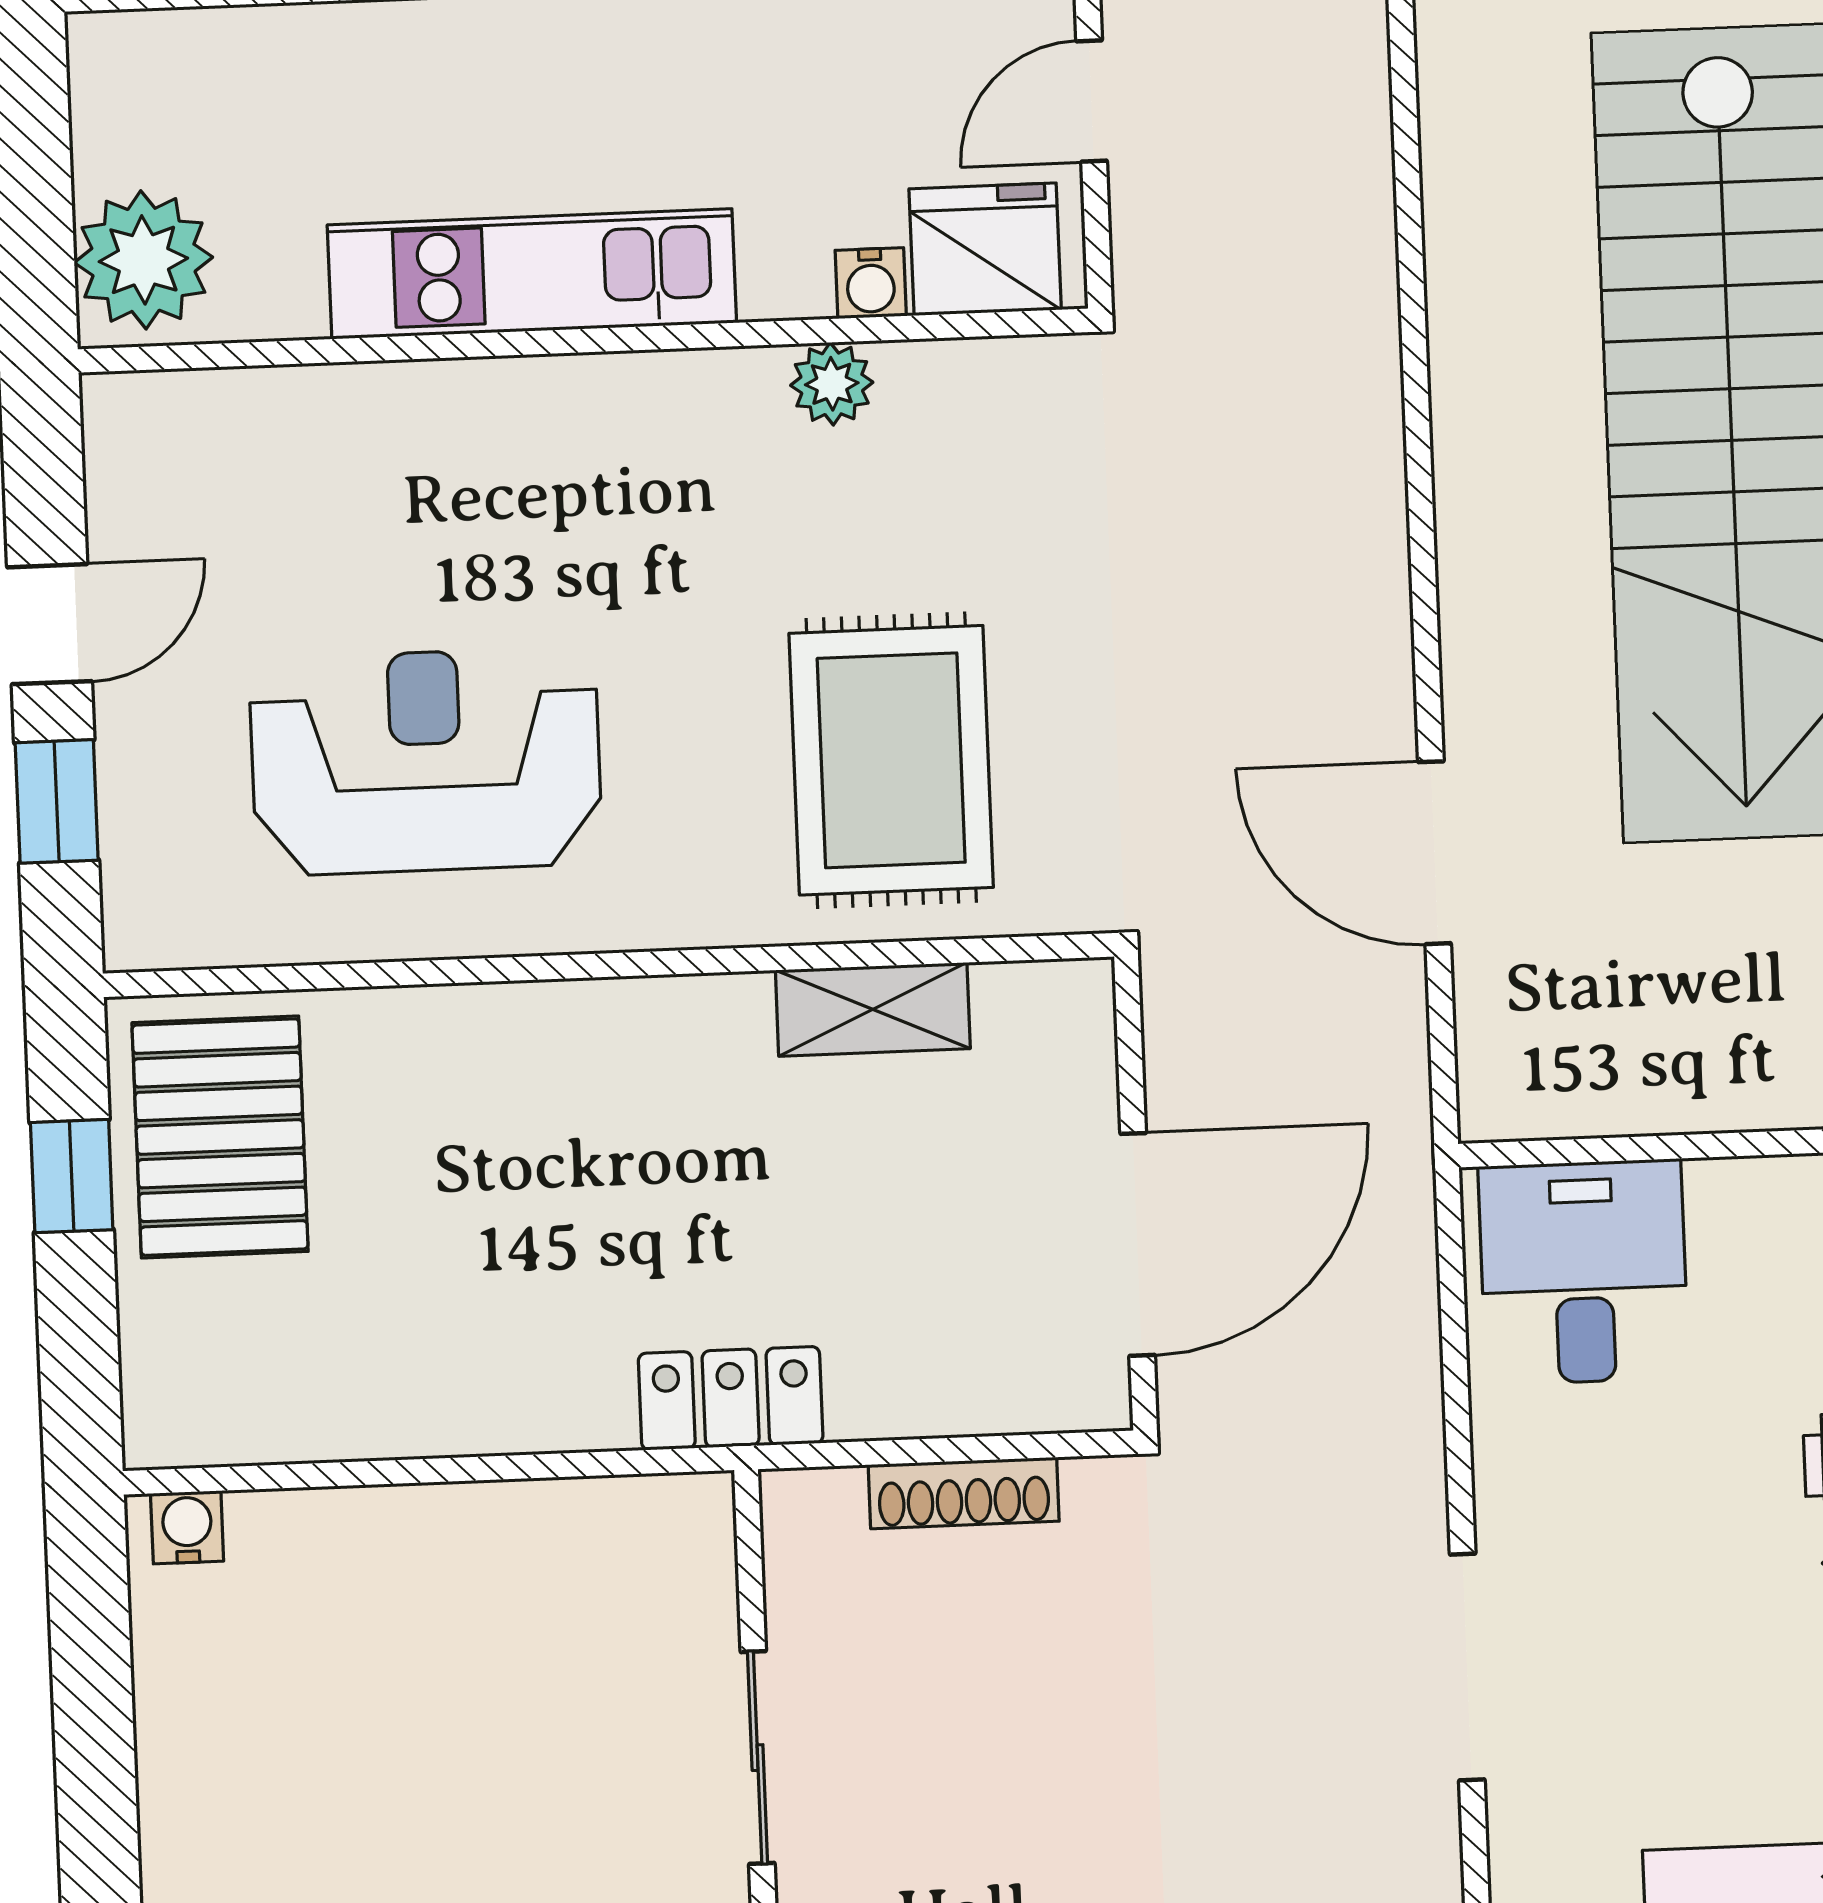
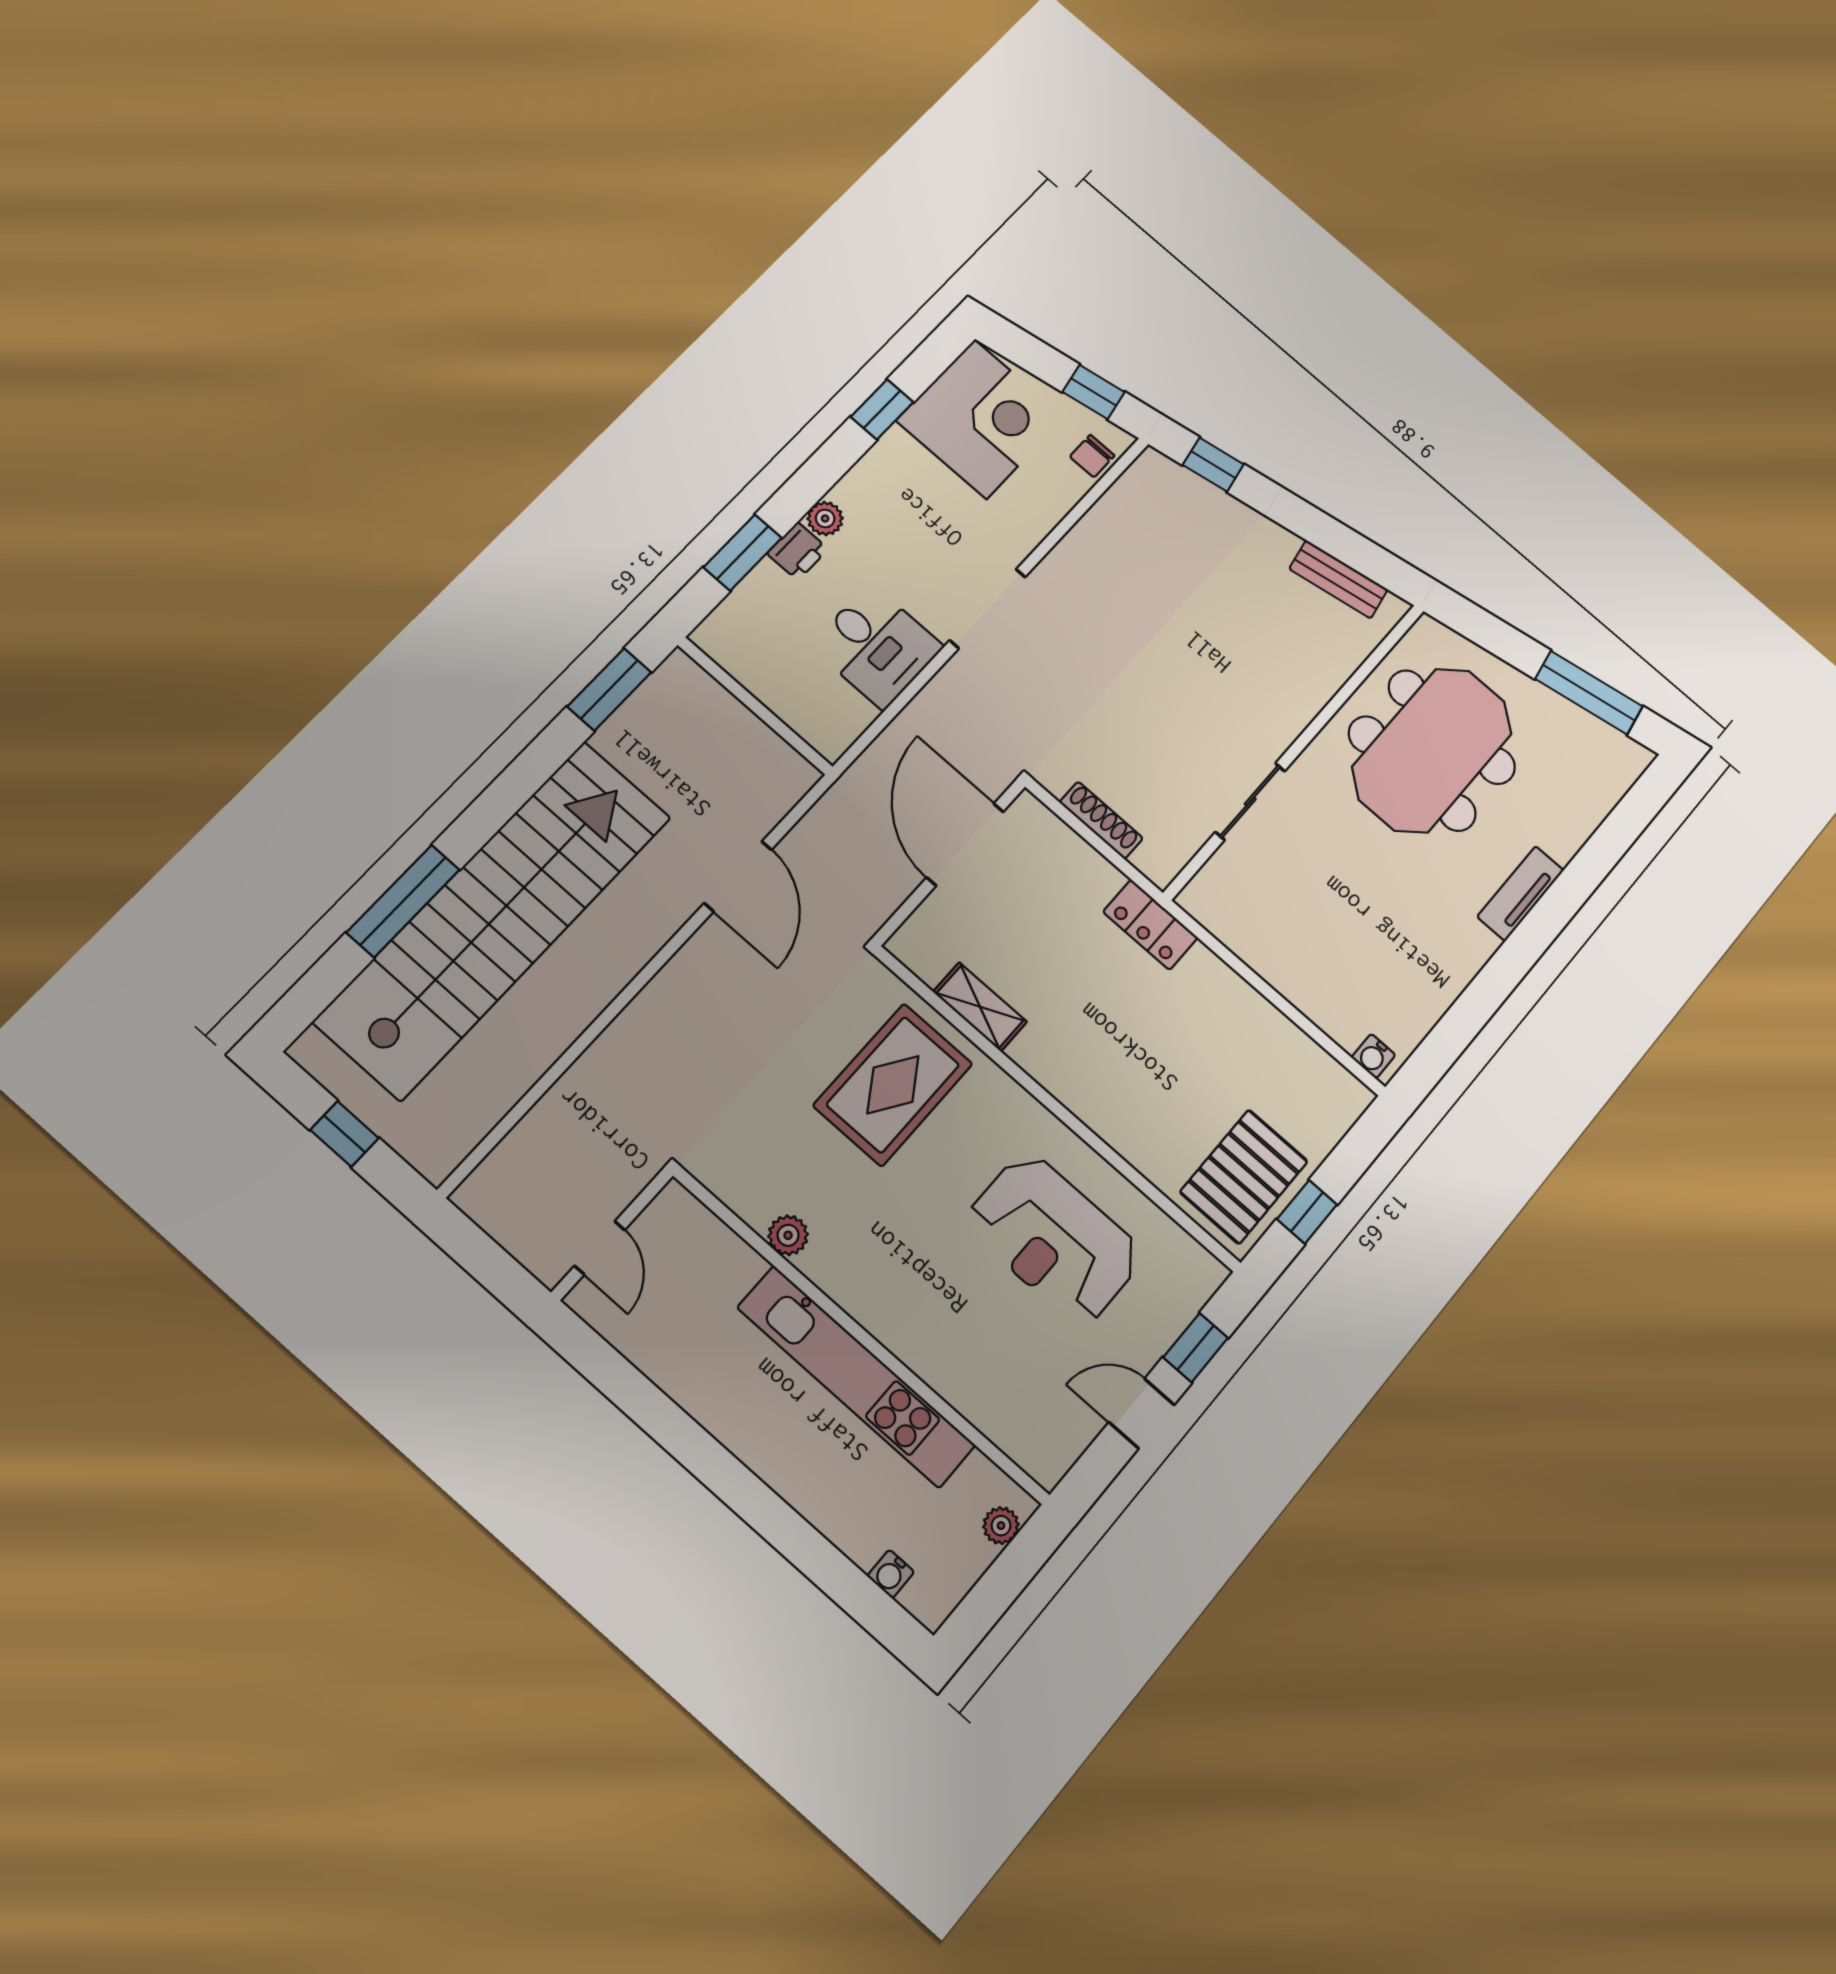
door: (1092, 101) -> (600, 1248), hinge flipped
fridge: (985, 249) -> (688, 1231), removed
plant: (143, 260) -> (1001, 1526), width x0.53, depth x0.53
kitchen unit: (532, 274) -> (856, 1376), width x1.36
water cooler: (871, 283) -> (891, 1574), moved, turned 180
door: (1138, 1244) -> (965, 845), hinge flipped
desk: (1583, 1272) -> (877, 646), moved, turned -90

